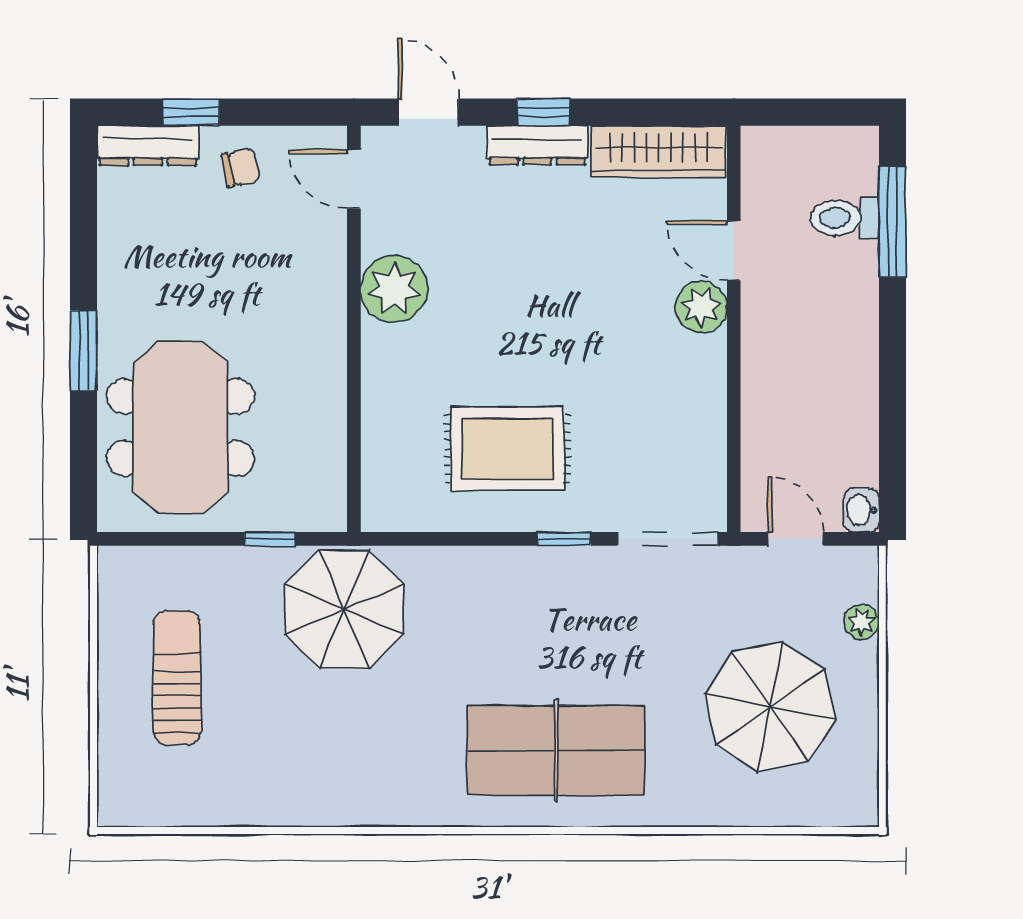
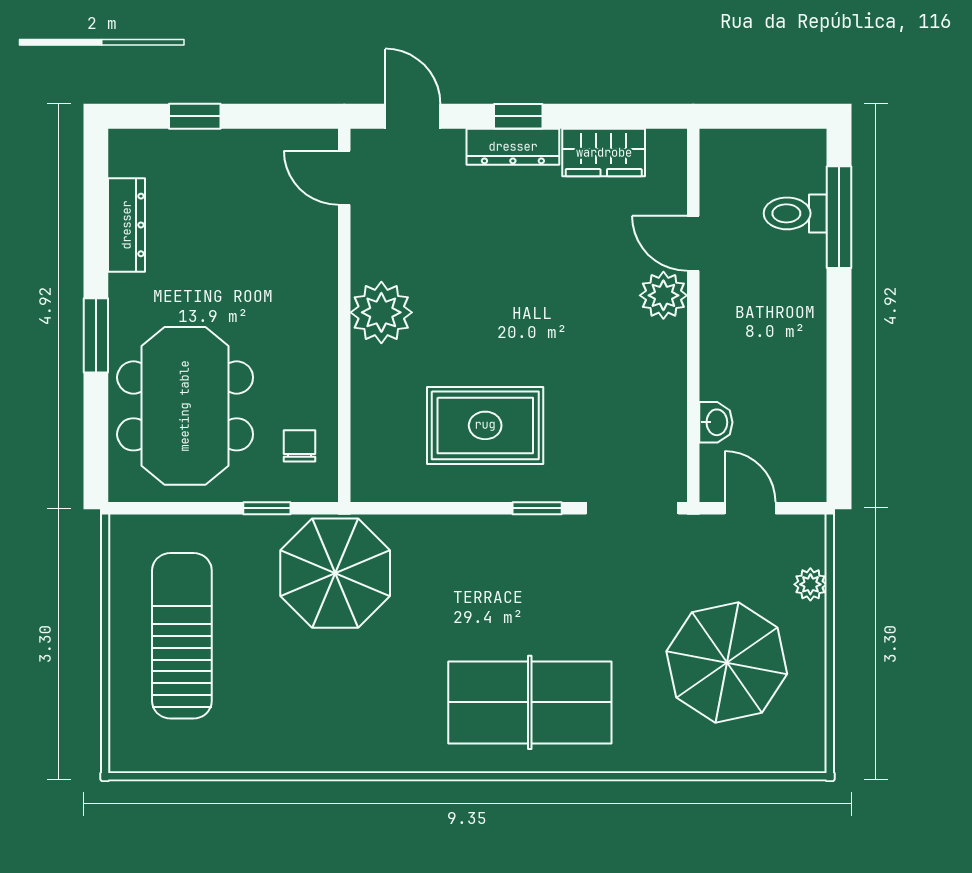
dresser: (148, 146) -> (127, 225), moved, turned -90
wardrobe: (659, 152) -> (604, 153), width x0.67
chair: (241, 168) -> (300, 446), moved, turned -78
plant: (394, 289) -> (381, 312), moved
washbasin: (861, 510) -> (716, 422), moved, turned 180
sun lounger: (177, 678) -> (182, 636), width x1.36, depth x1.34

